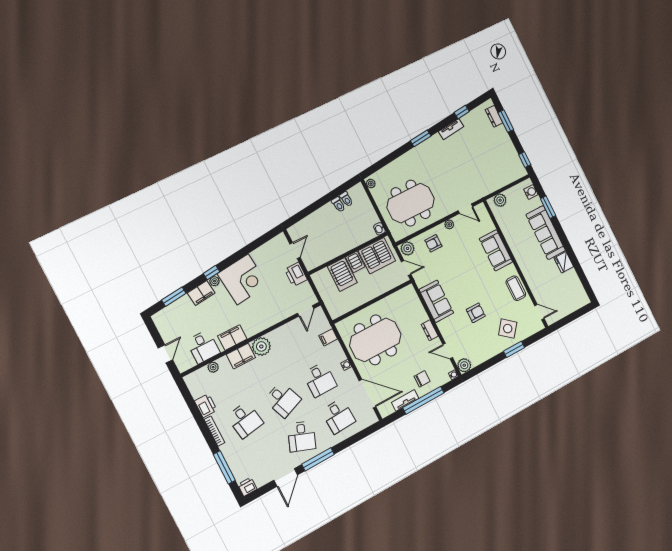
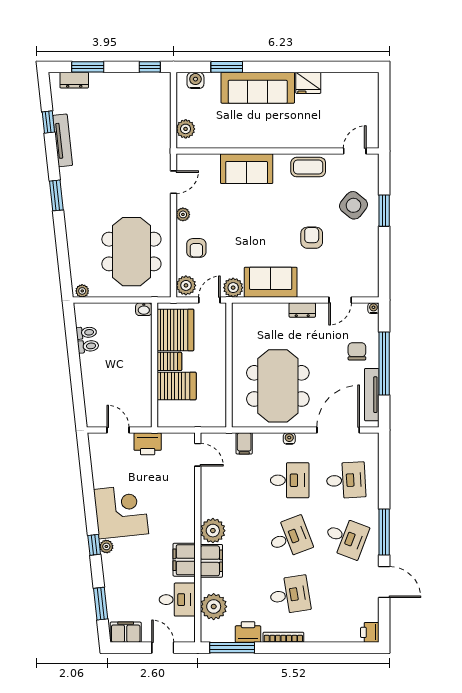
tv unit: (451, 129) -> (63, 140), width x1.41
filing cabinet: (201, 293) -> (126, 632), moved, turned -84
plant: (464, 365) -> (233, 288), moved
plant: (213, 367) -> (214, 607), width x1.88, depth x1.88
tv unit: (405, 400) -> (372, 395), width x1.41
window: (224, 467) -> (232, 648), moved

